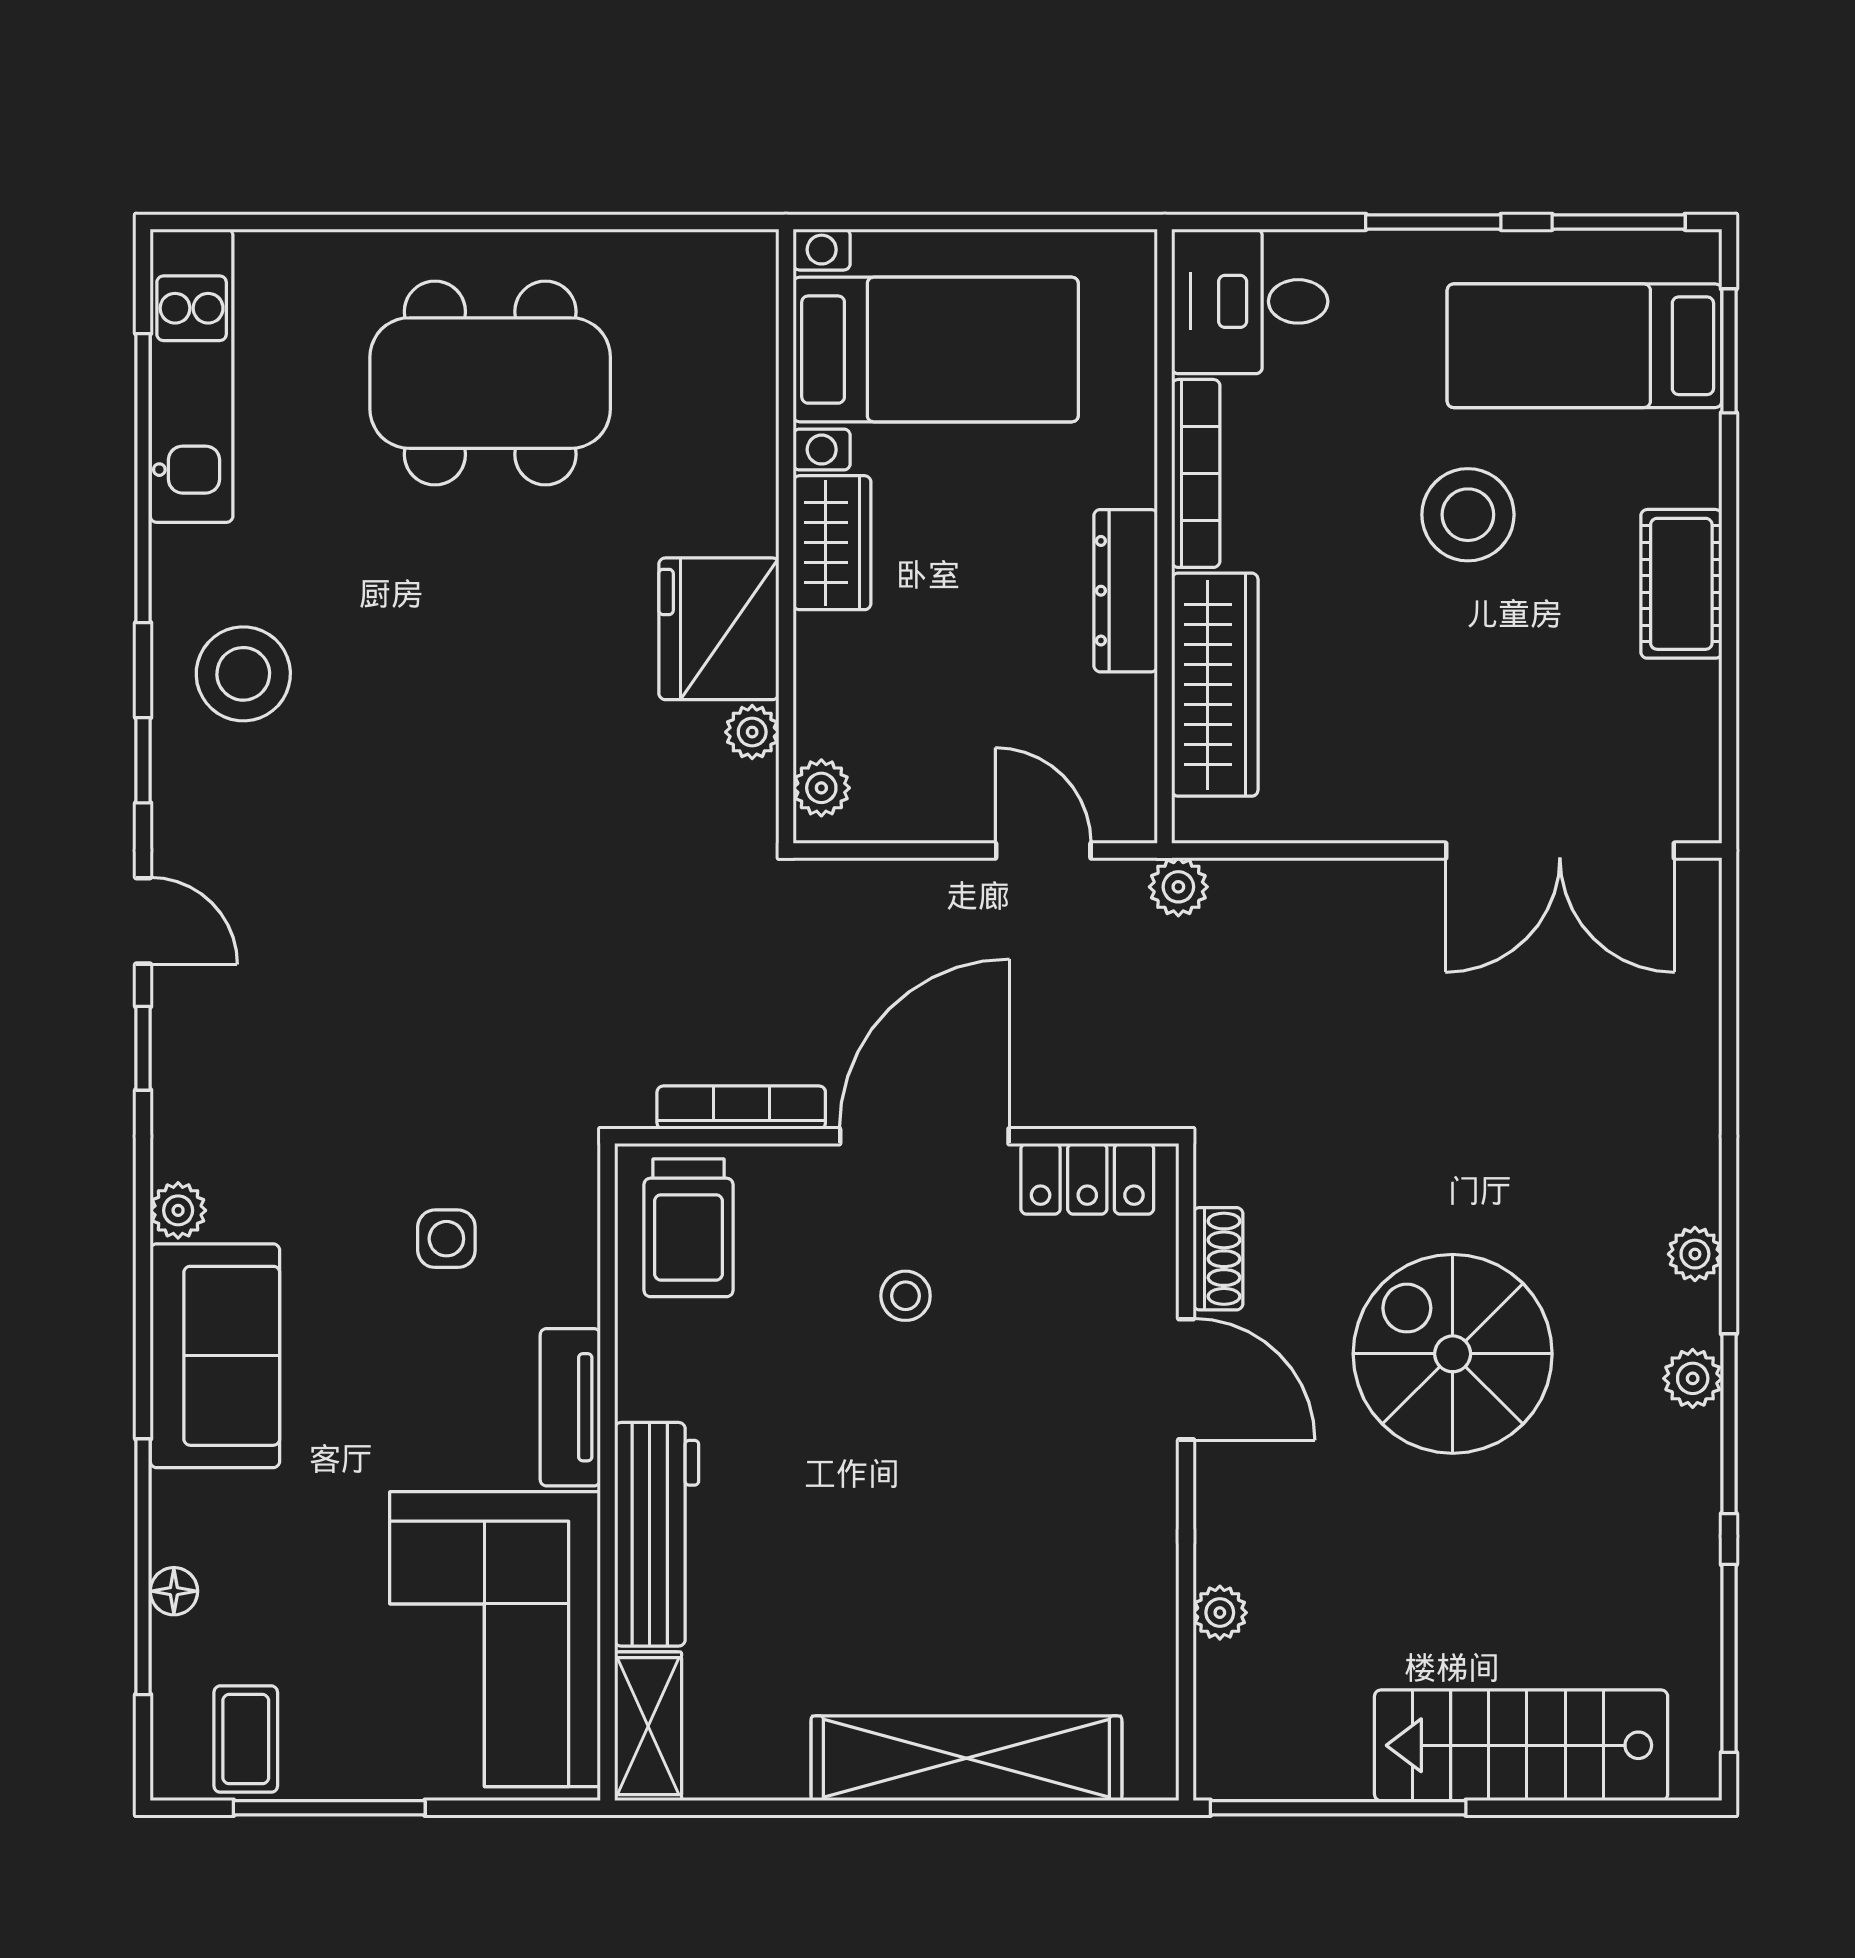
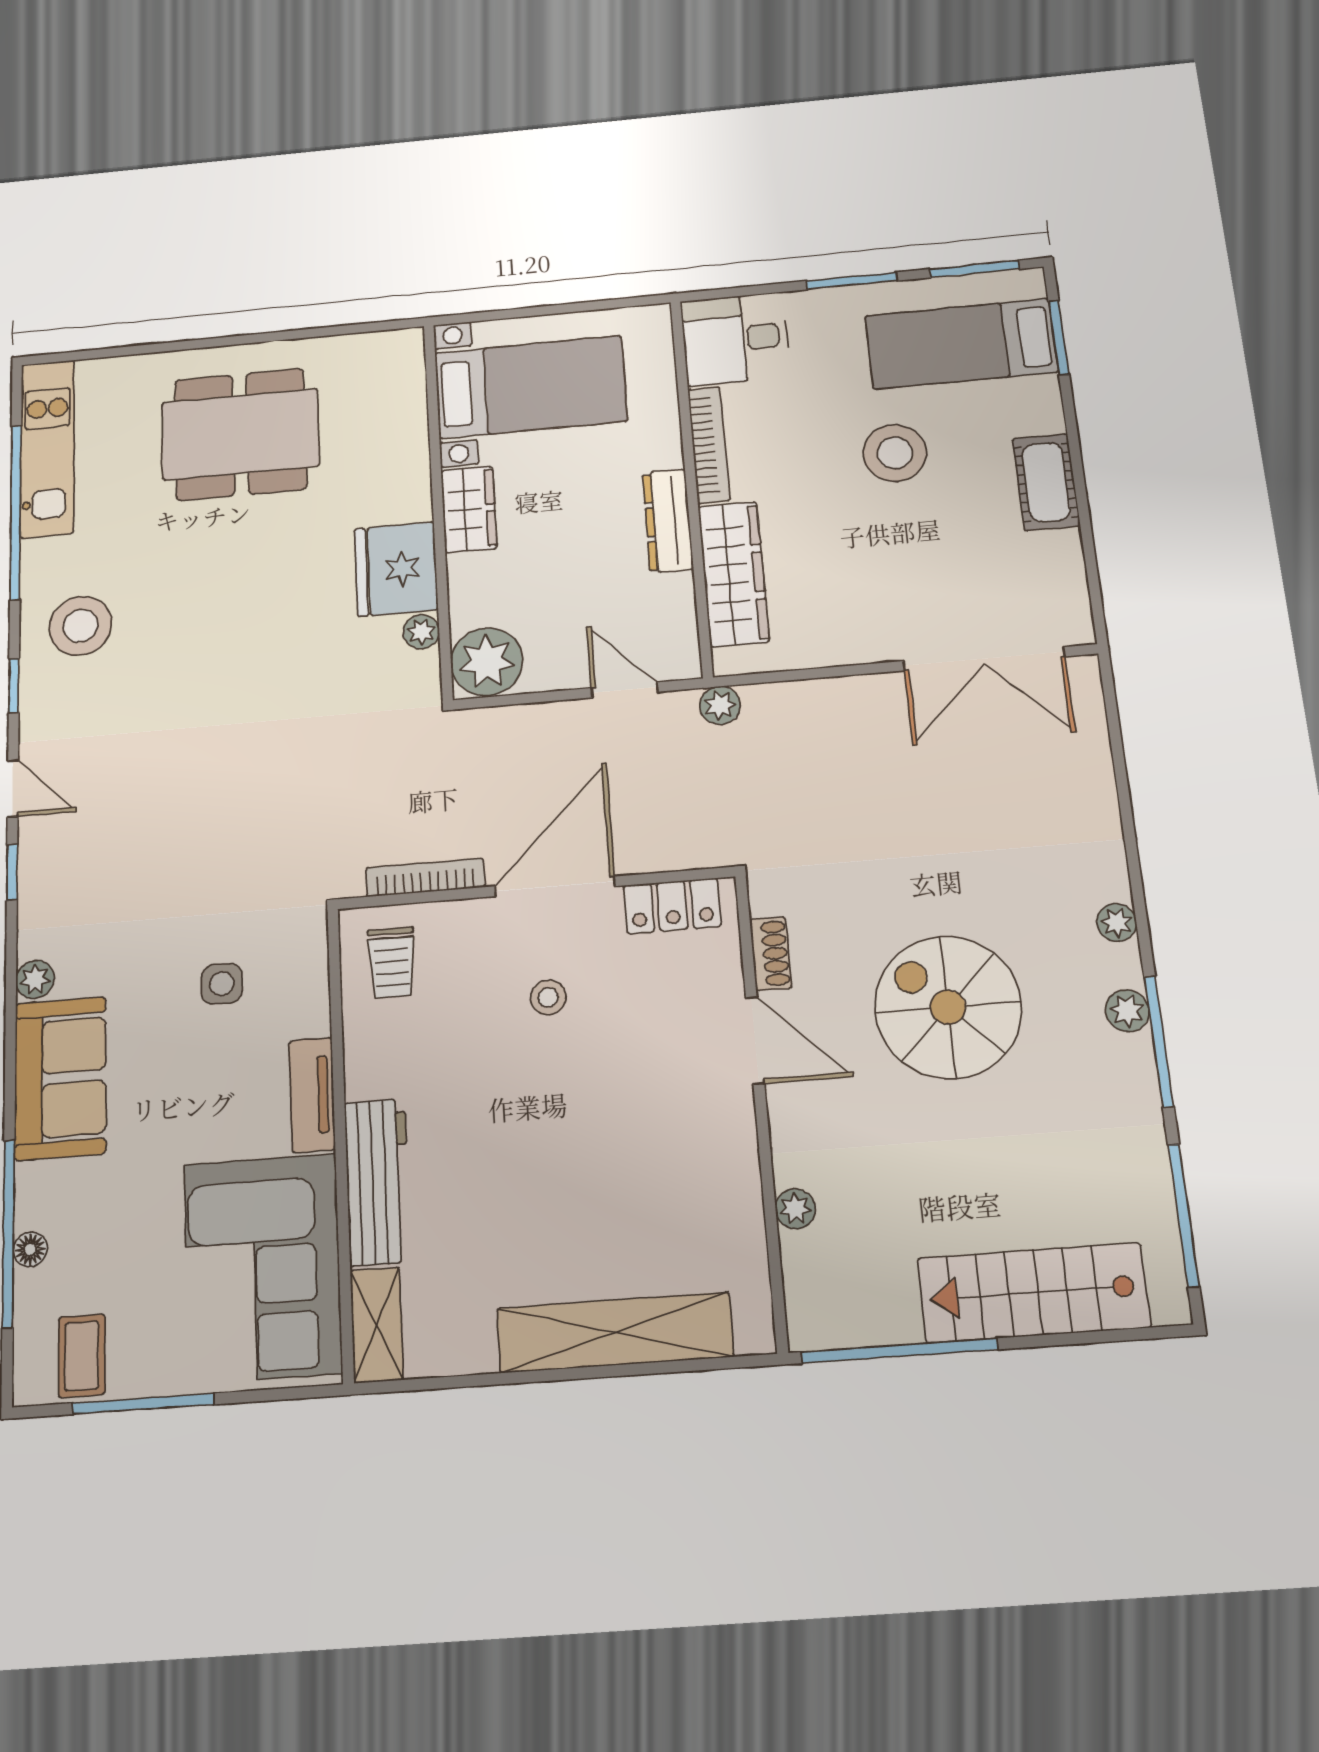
plant: (821, 788) -> (487, 662), width x1.88, depth x1.88
trolley: (688, 1228) -> (392, 963), width x0.73, depth x0.72

